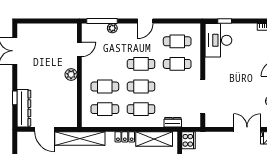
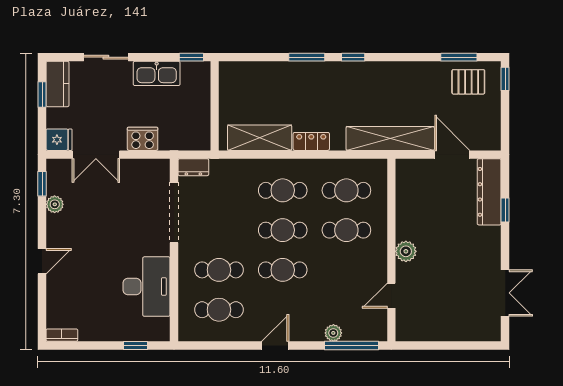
desk: (218, 40) -> (147, 287), moved
dresser: (173, 122) -> (193, 167), moved
cooker: (189, 140) -> (143, 139), moved, turned 90

